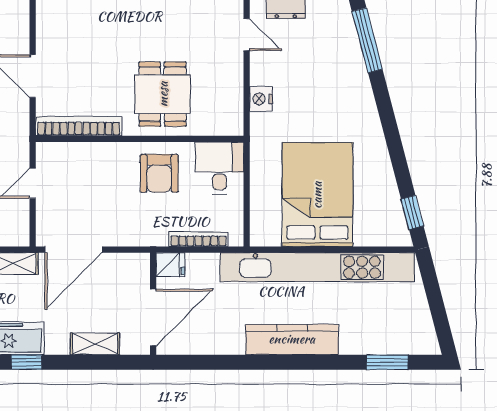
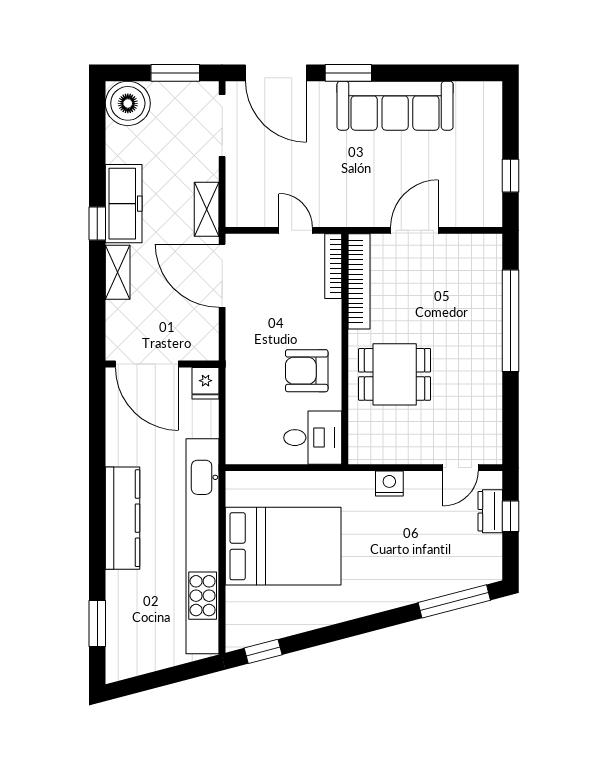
bookcase: (198, 239) -> (333, 266), moved, turned 180
shelving: (95, 344) -> (118, 272), moved

